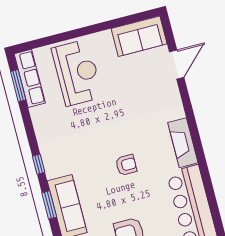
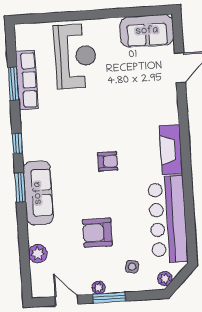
row of seats: (30, 78) -> (27, 80), moved
window: (18, 86) -> (13, 84), moved

